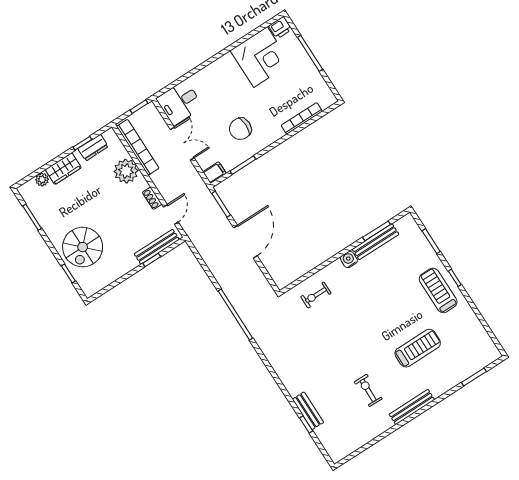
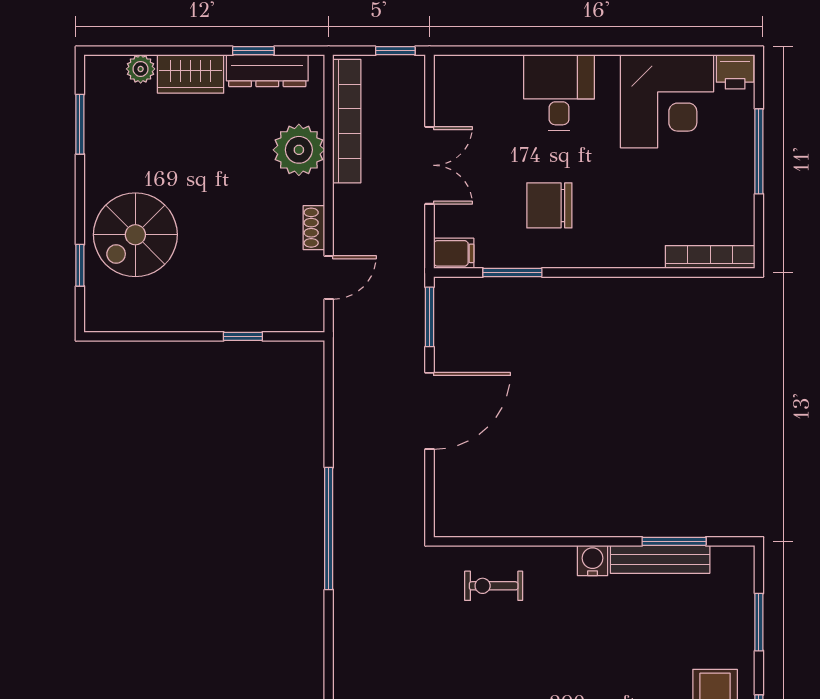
desk: (180, 103) -> (559, 93), moved, turned 90
bookcase: (302, 118) -> (710, 257), moved
dresser: (93, 148) -> (267, 71), width x1.44
bench: (157, 247) -> (267, 319), removed

